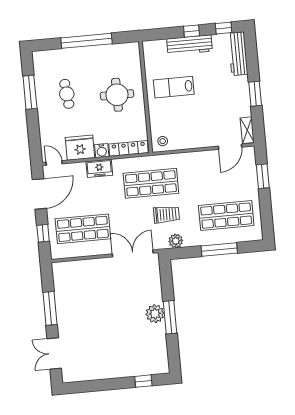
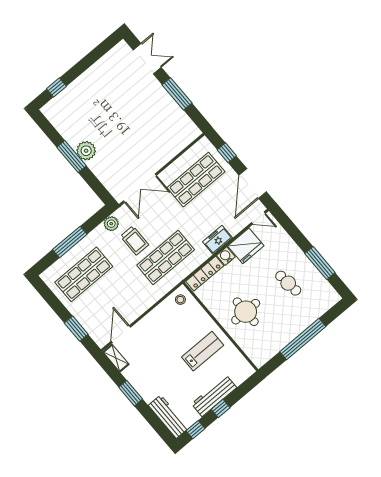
trolley: (166, 214) -> (134, 240), turned -90

